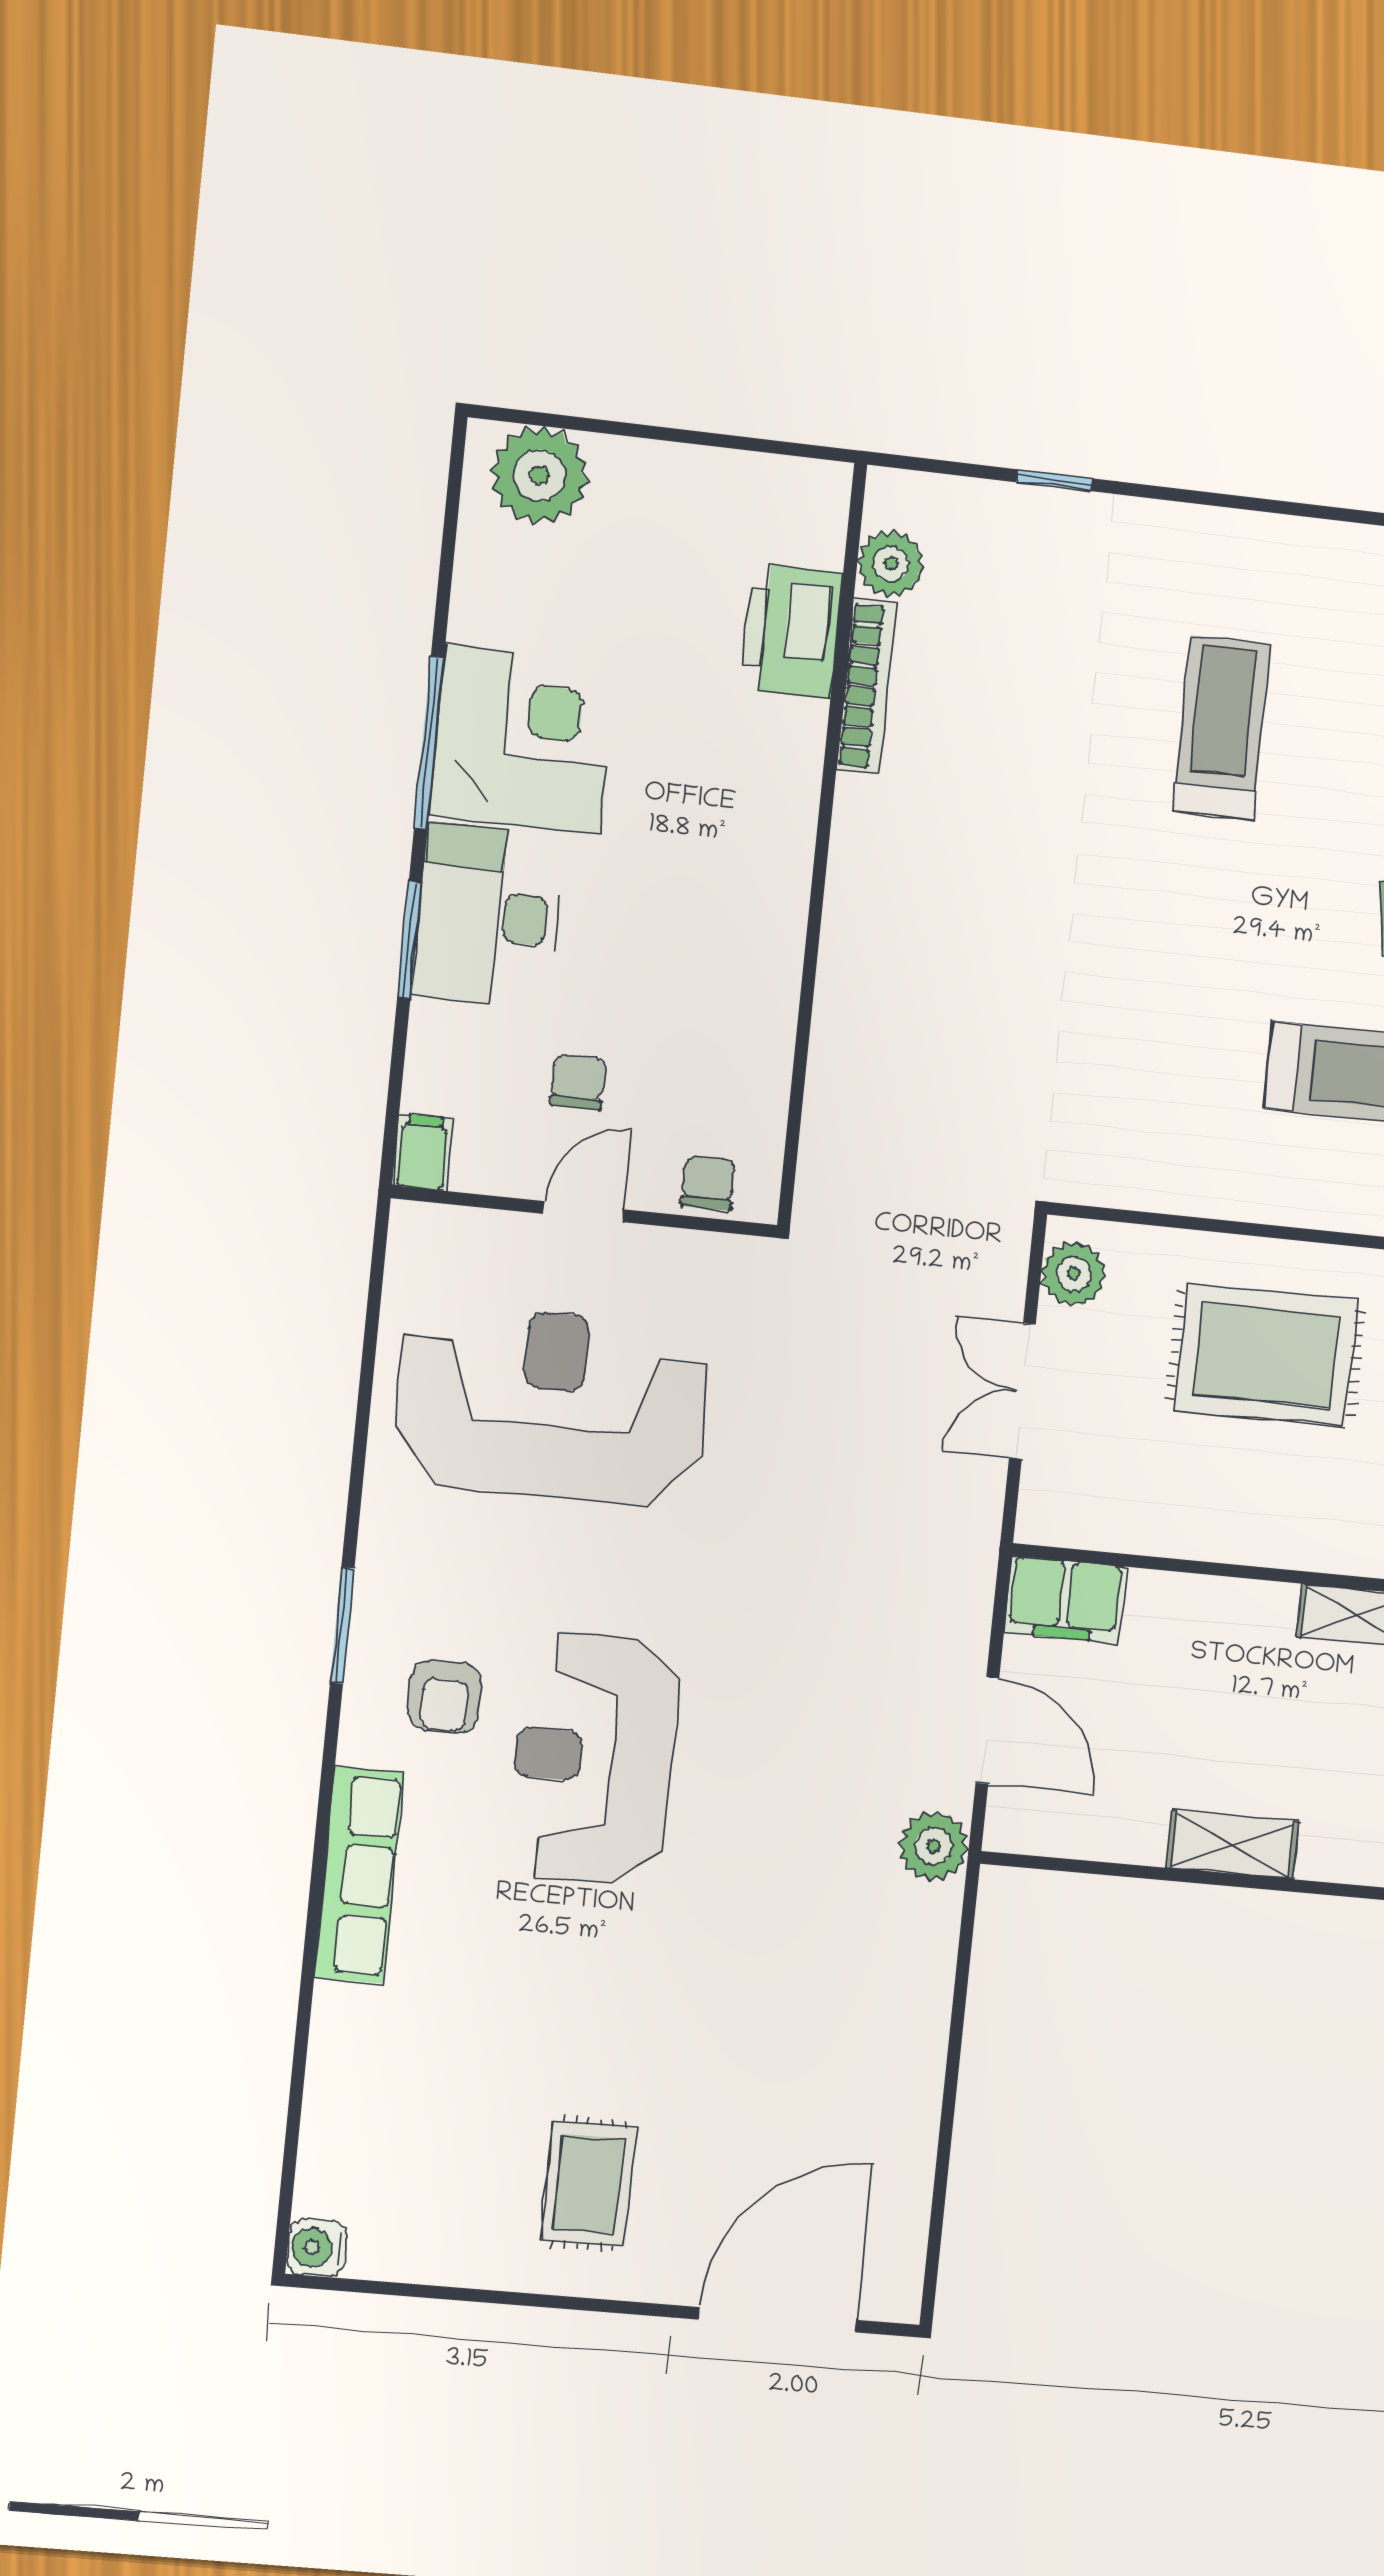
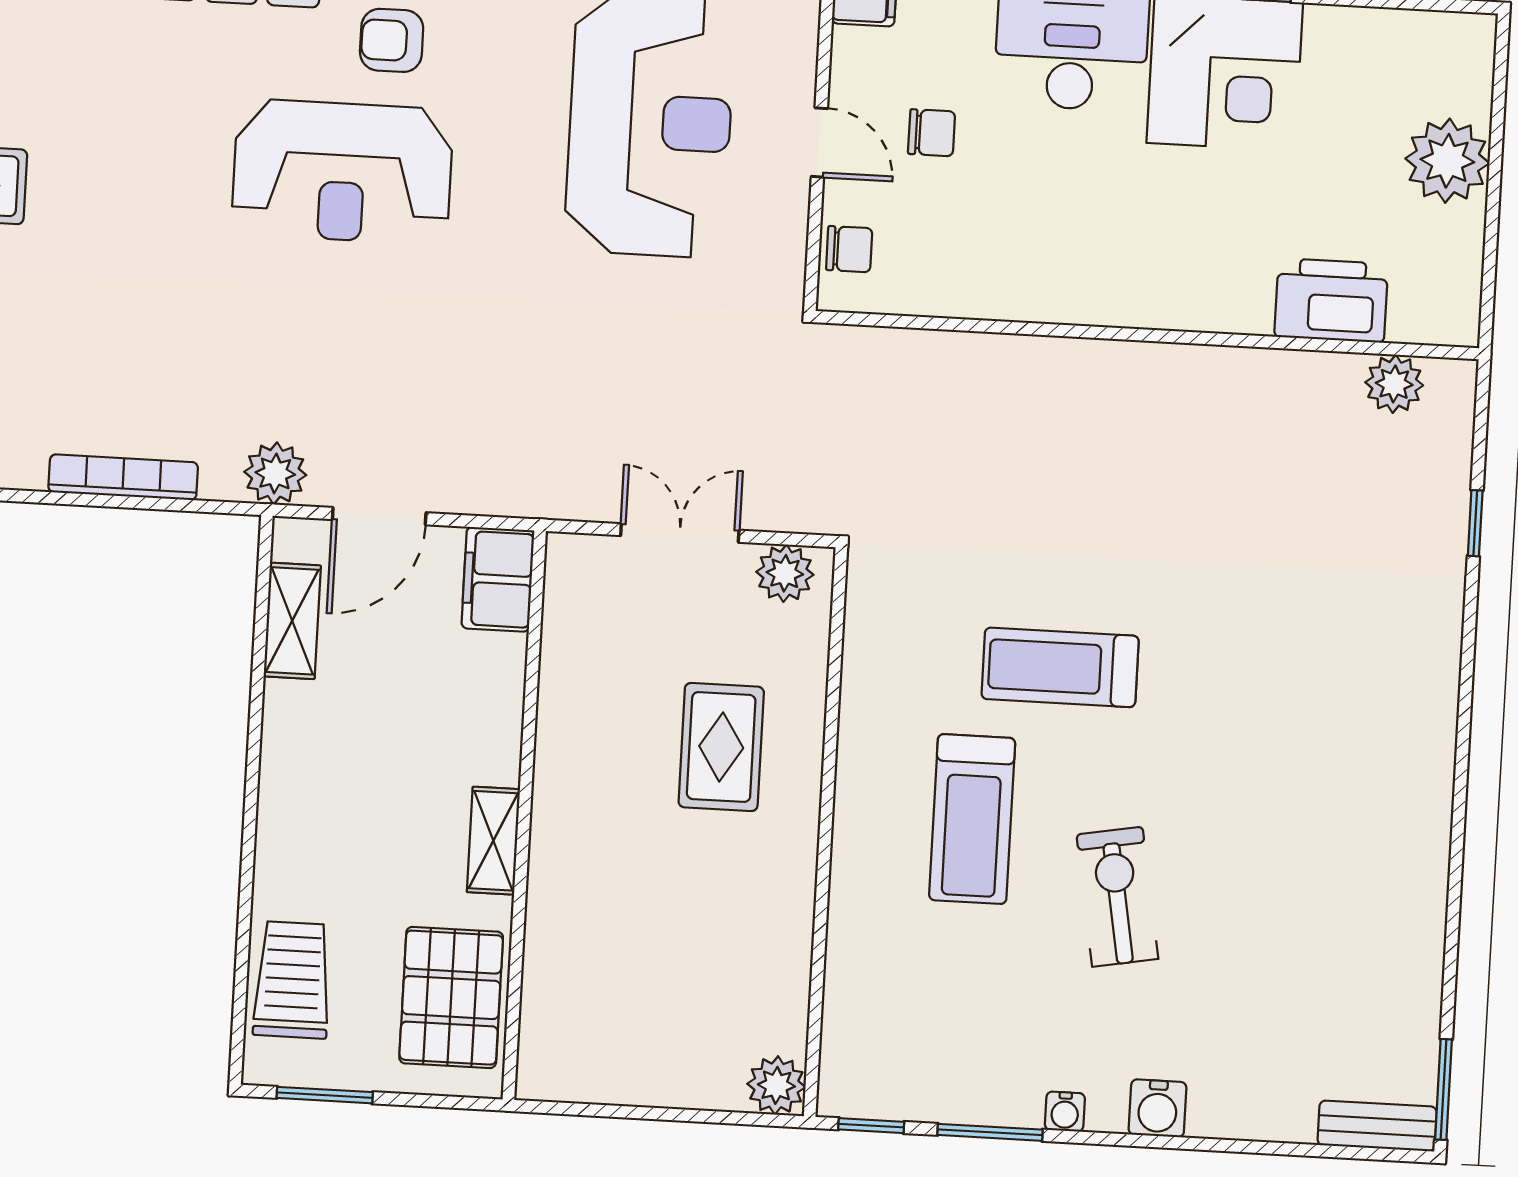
plant: (539, 475) -> (1447, 161), moved
bookcase: (867, 687) -> (123, 477), moved, turned 180
treadmill: (1221, 728) -> (1060, 667), moved, turned 180
rug: (1266, 1355) -> (721, 747), width x0.73, depth x0.70
reception desk: (593, 1758) -> (342, 172), turned 180
shelving: (1233, 1845) -> (292, 621), moved

